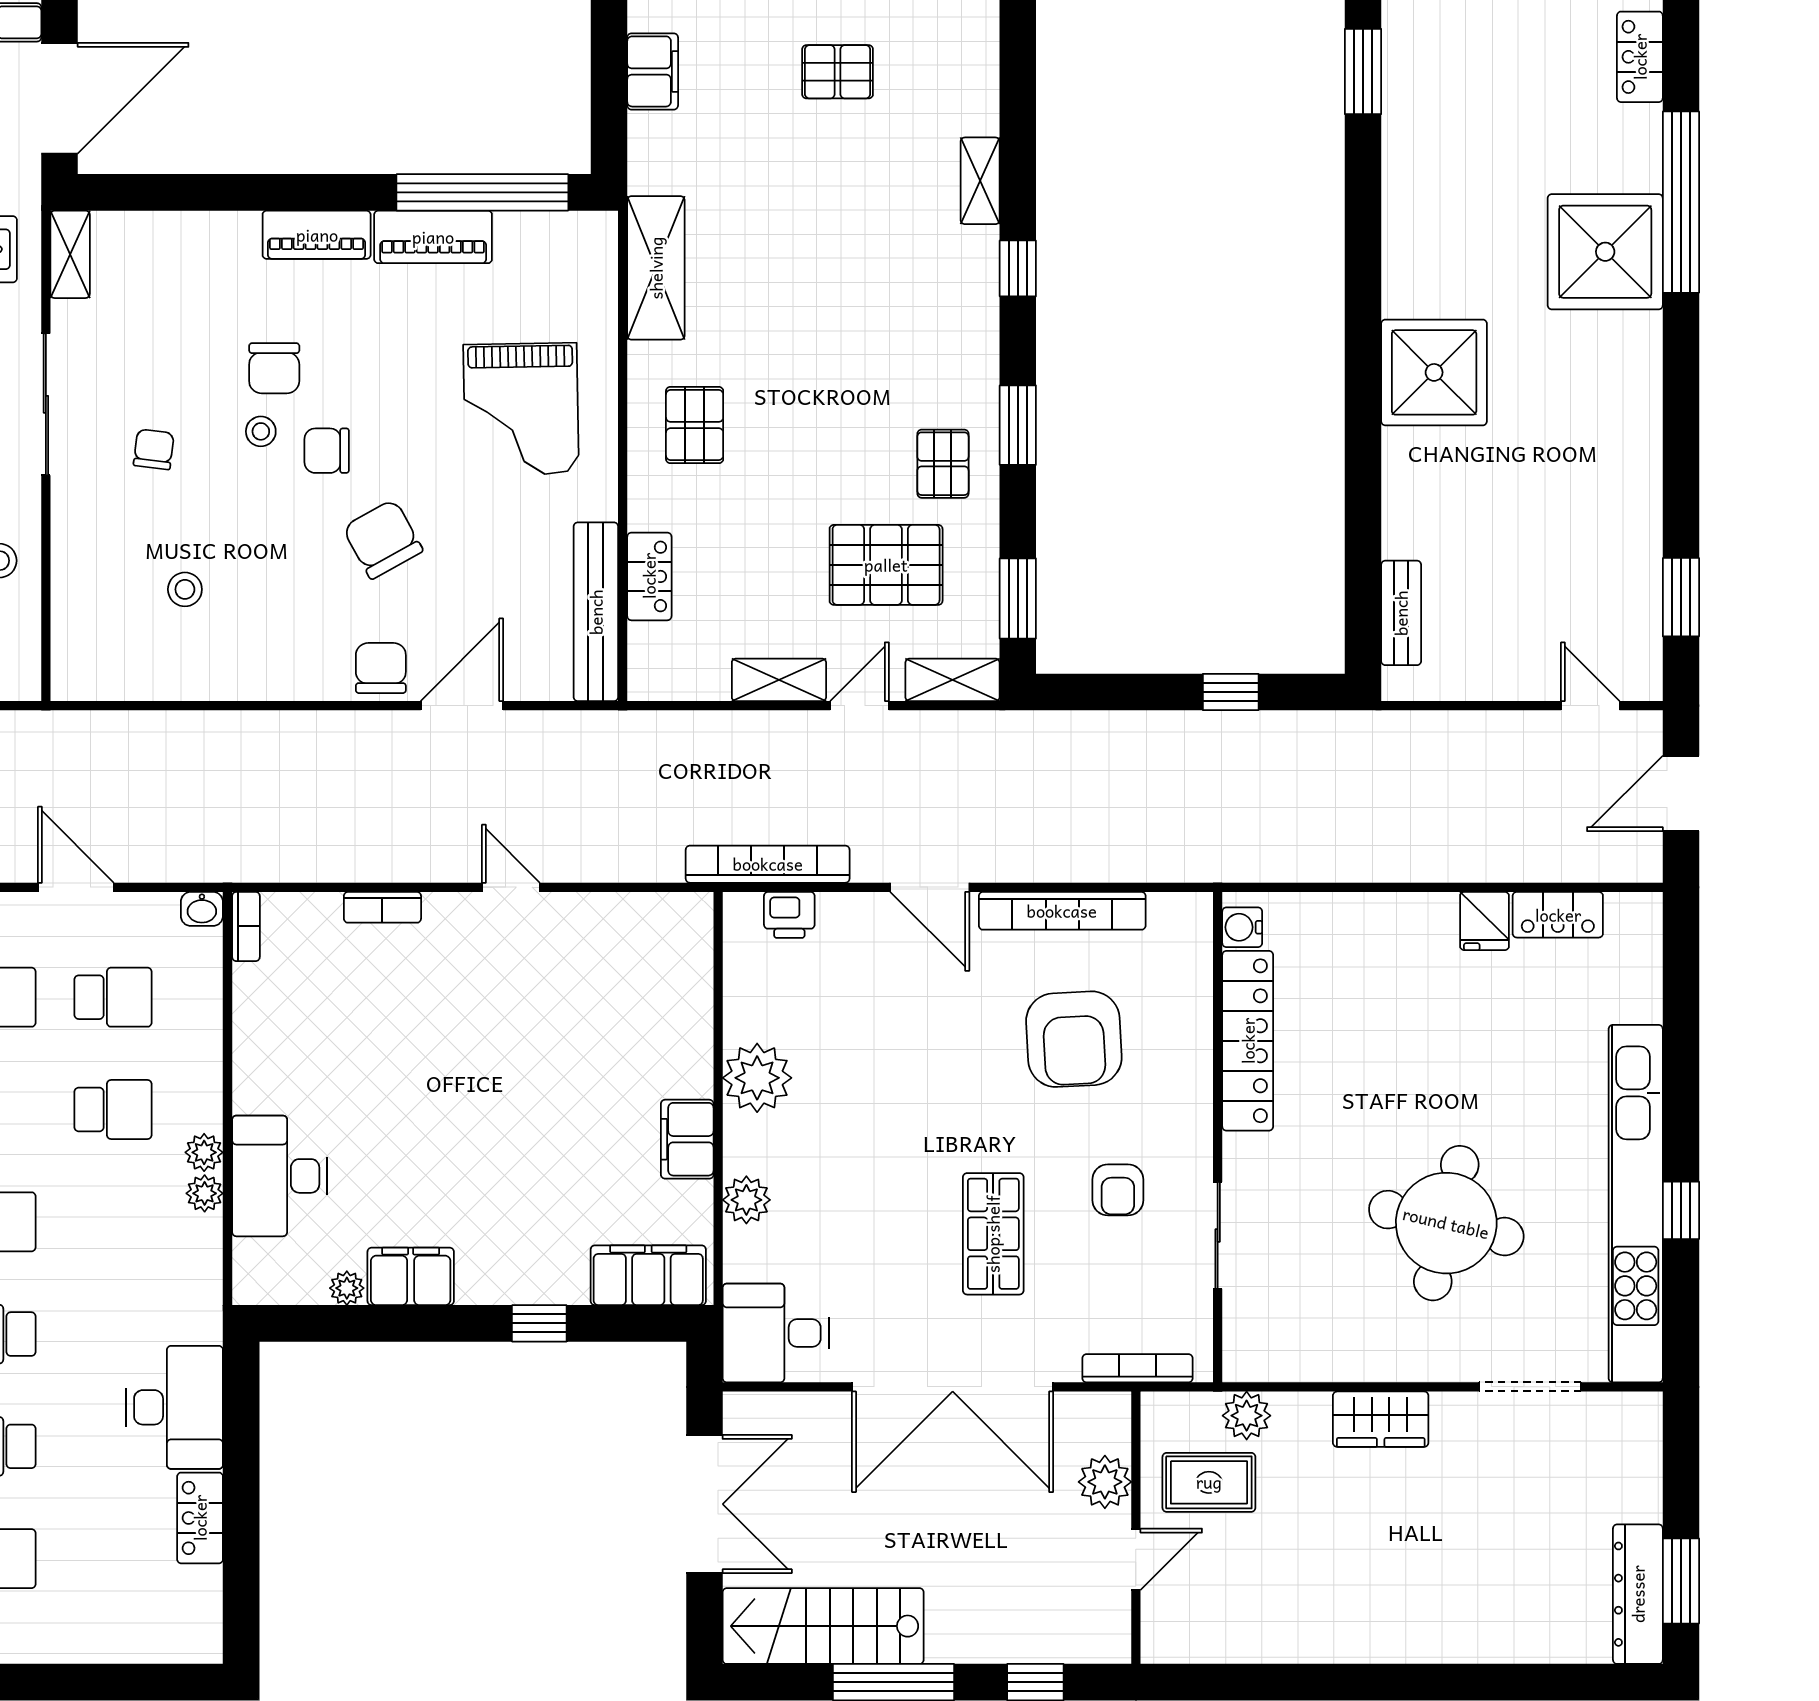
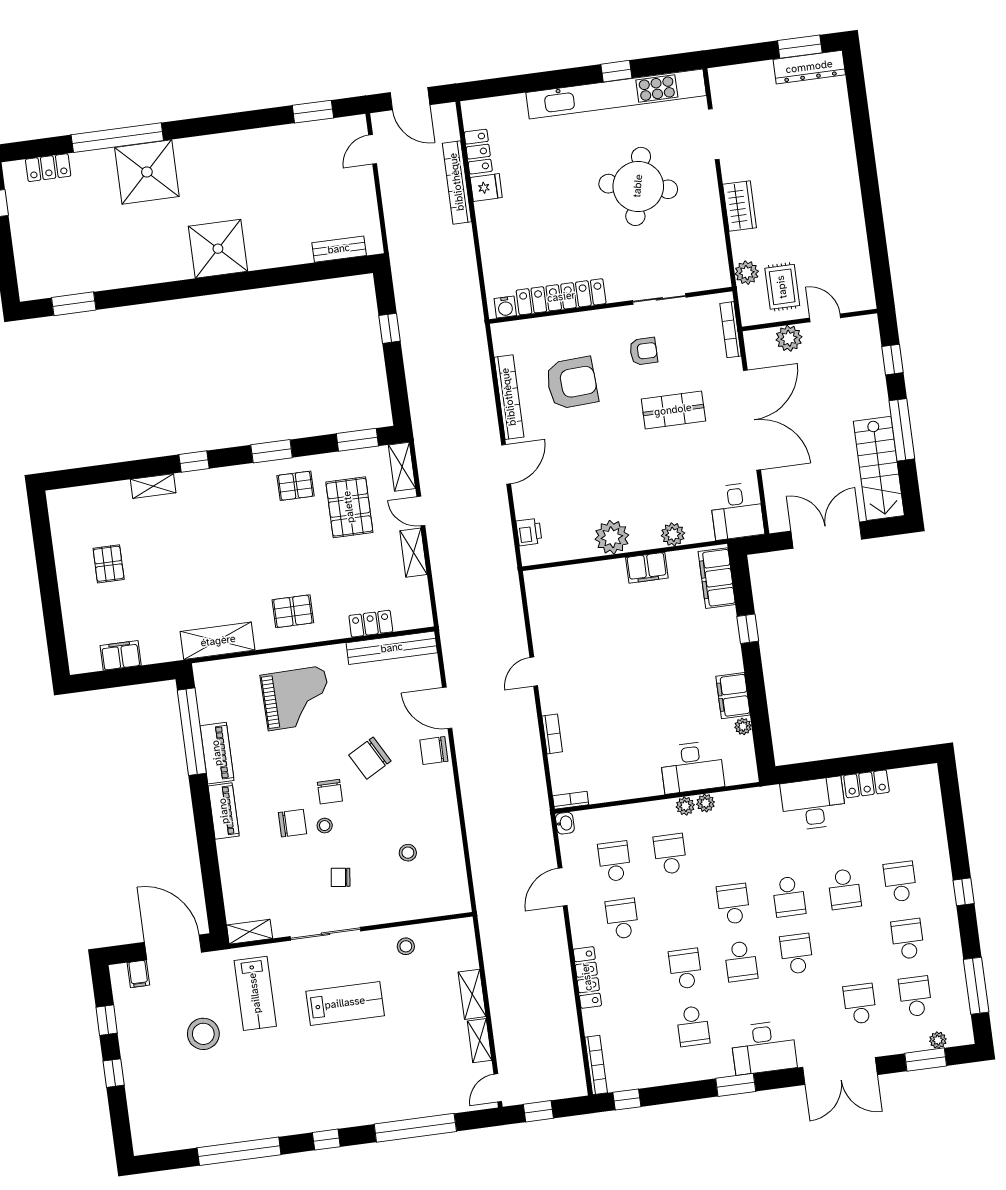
bookcase: (768, 864) -> (457, 182), moved

